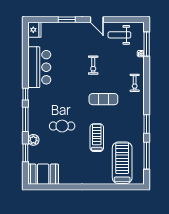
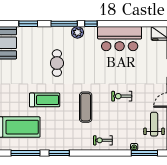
plant: (33, 140) -> (77, 32), moved

